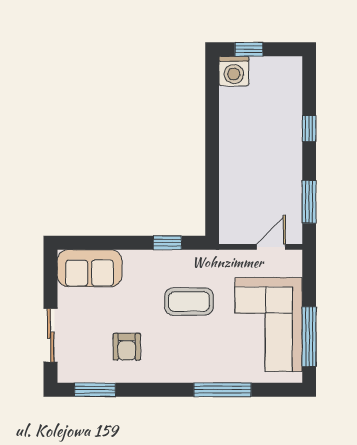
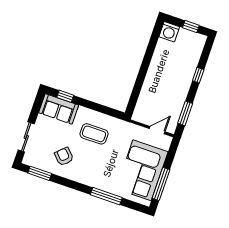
window: (249, 49) -> (191, 26), moved
window: (167, 243) -> (65, 96), moved
coffee table: (189, 301) -> (94, 134), moved
armchair: (127, 347) -> (64, 157), turned 137

